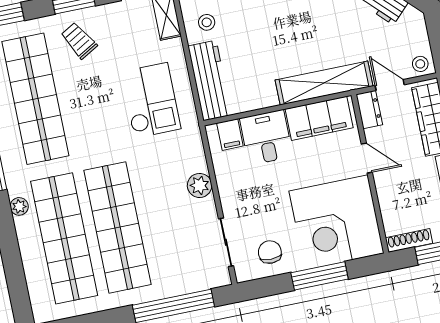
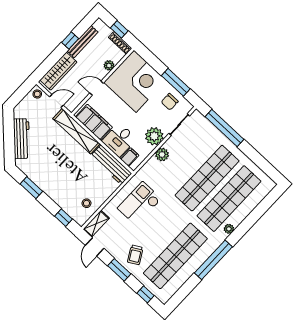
workbench: (210, 80) -> (111, 165), moved, turned -90
door: (390, 85) -> (56, 101), swing flipped
dresser: (369, 110) -> (74, 102), removed
door: (367, 158) -> (97, 88), hinge flipped
plant: (235, 193) -> (154, 136), added
plant: (387, 200) -> (109, 65), added
window: (320, 276) -> (176, 82), moved

